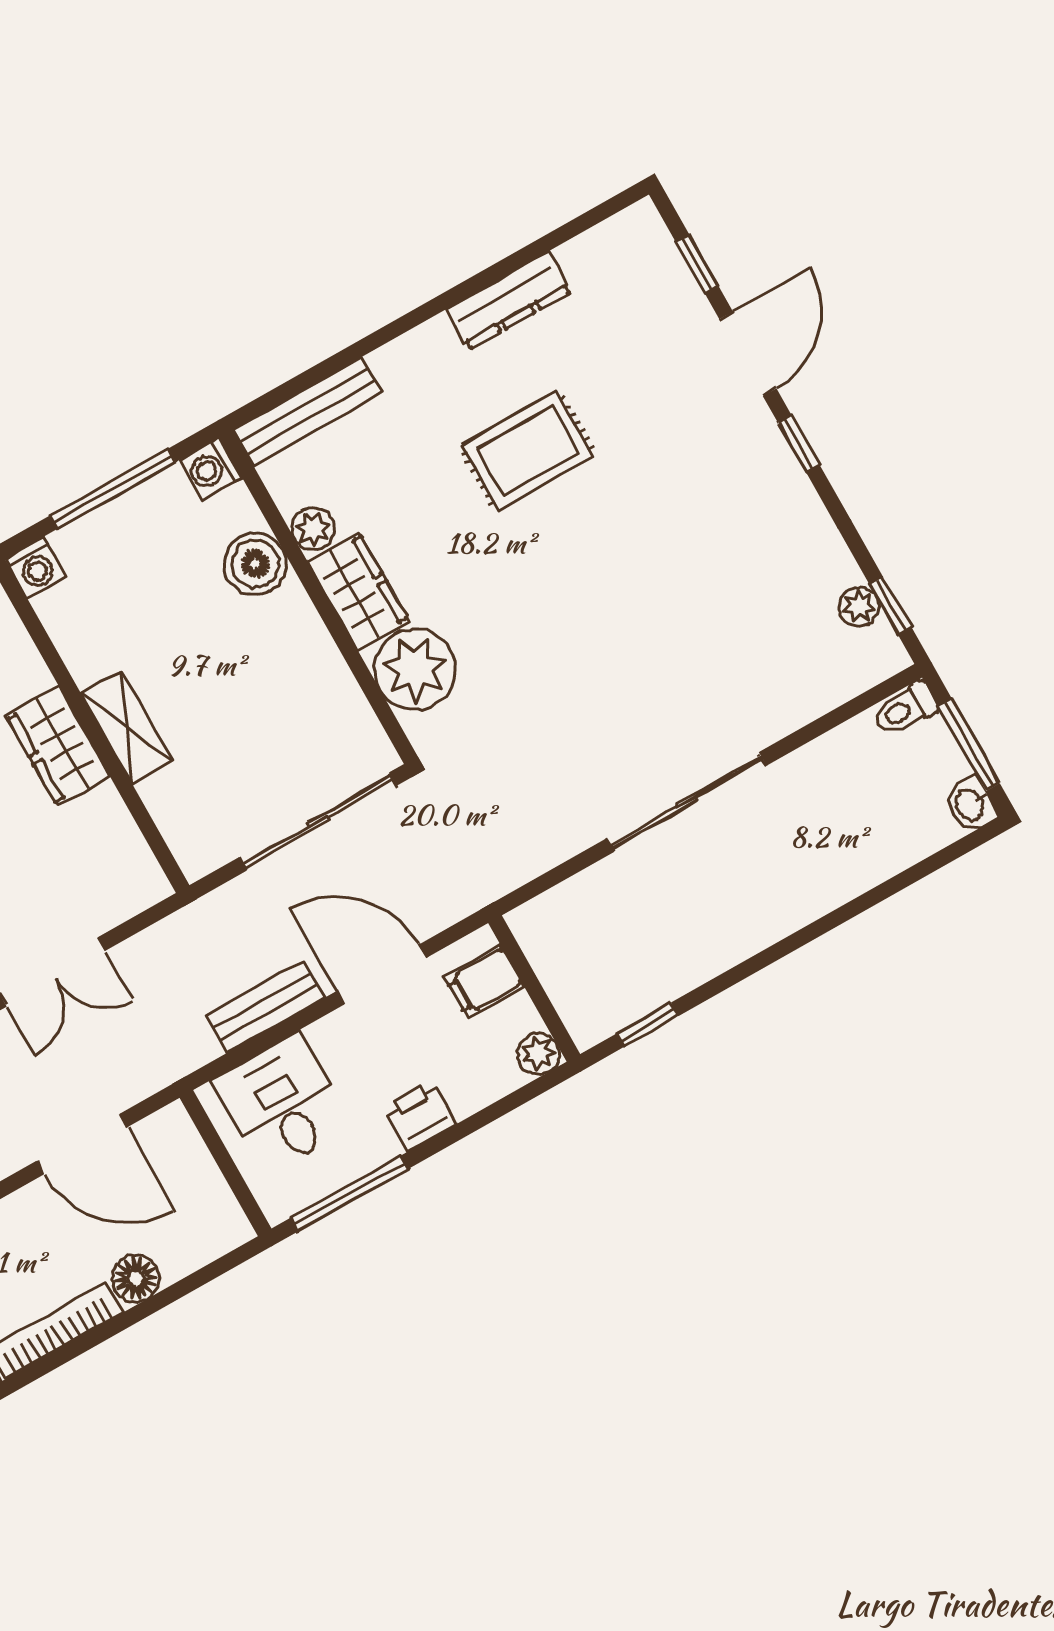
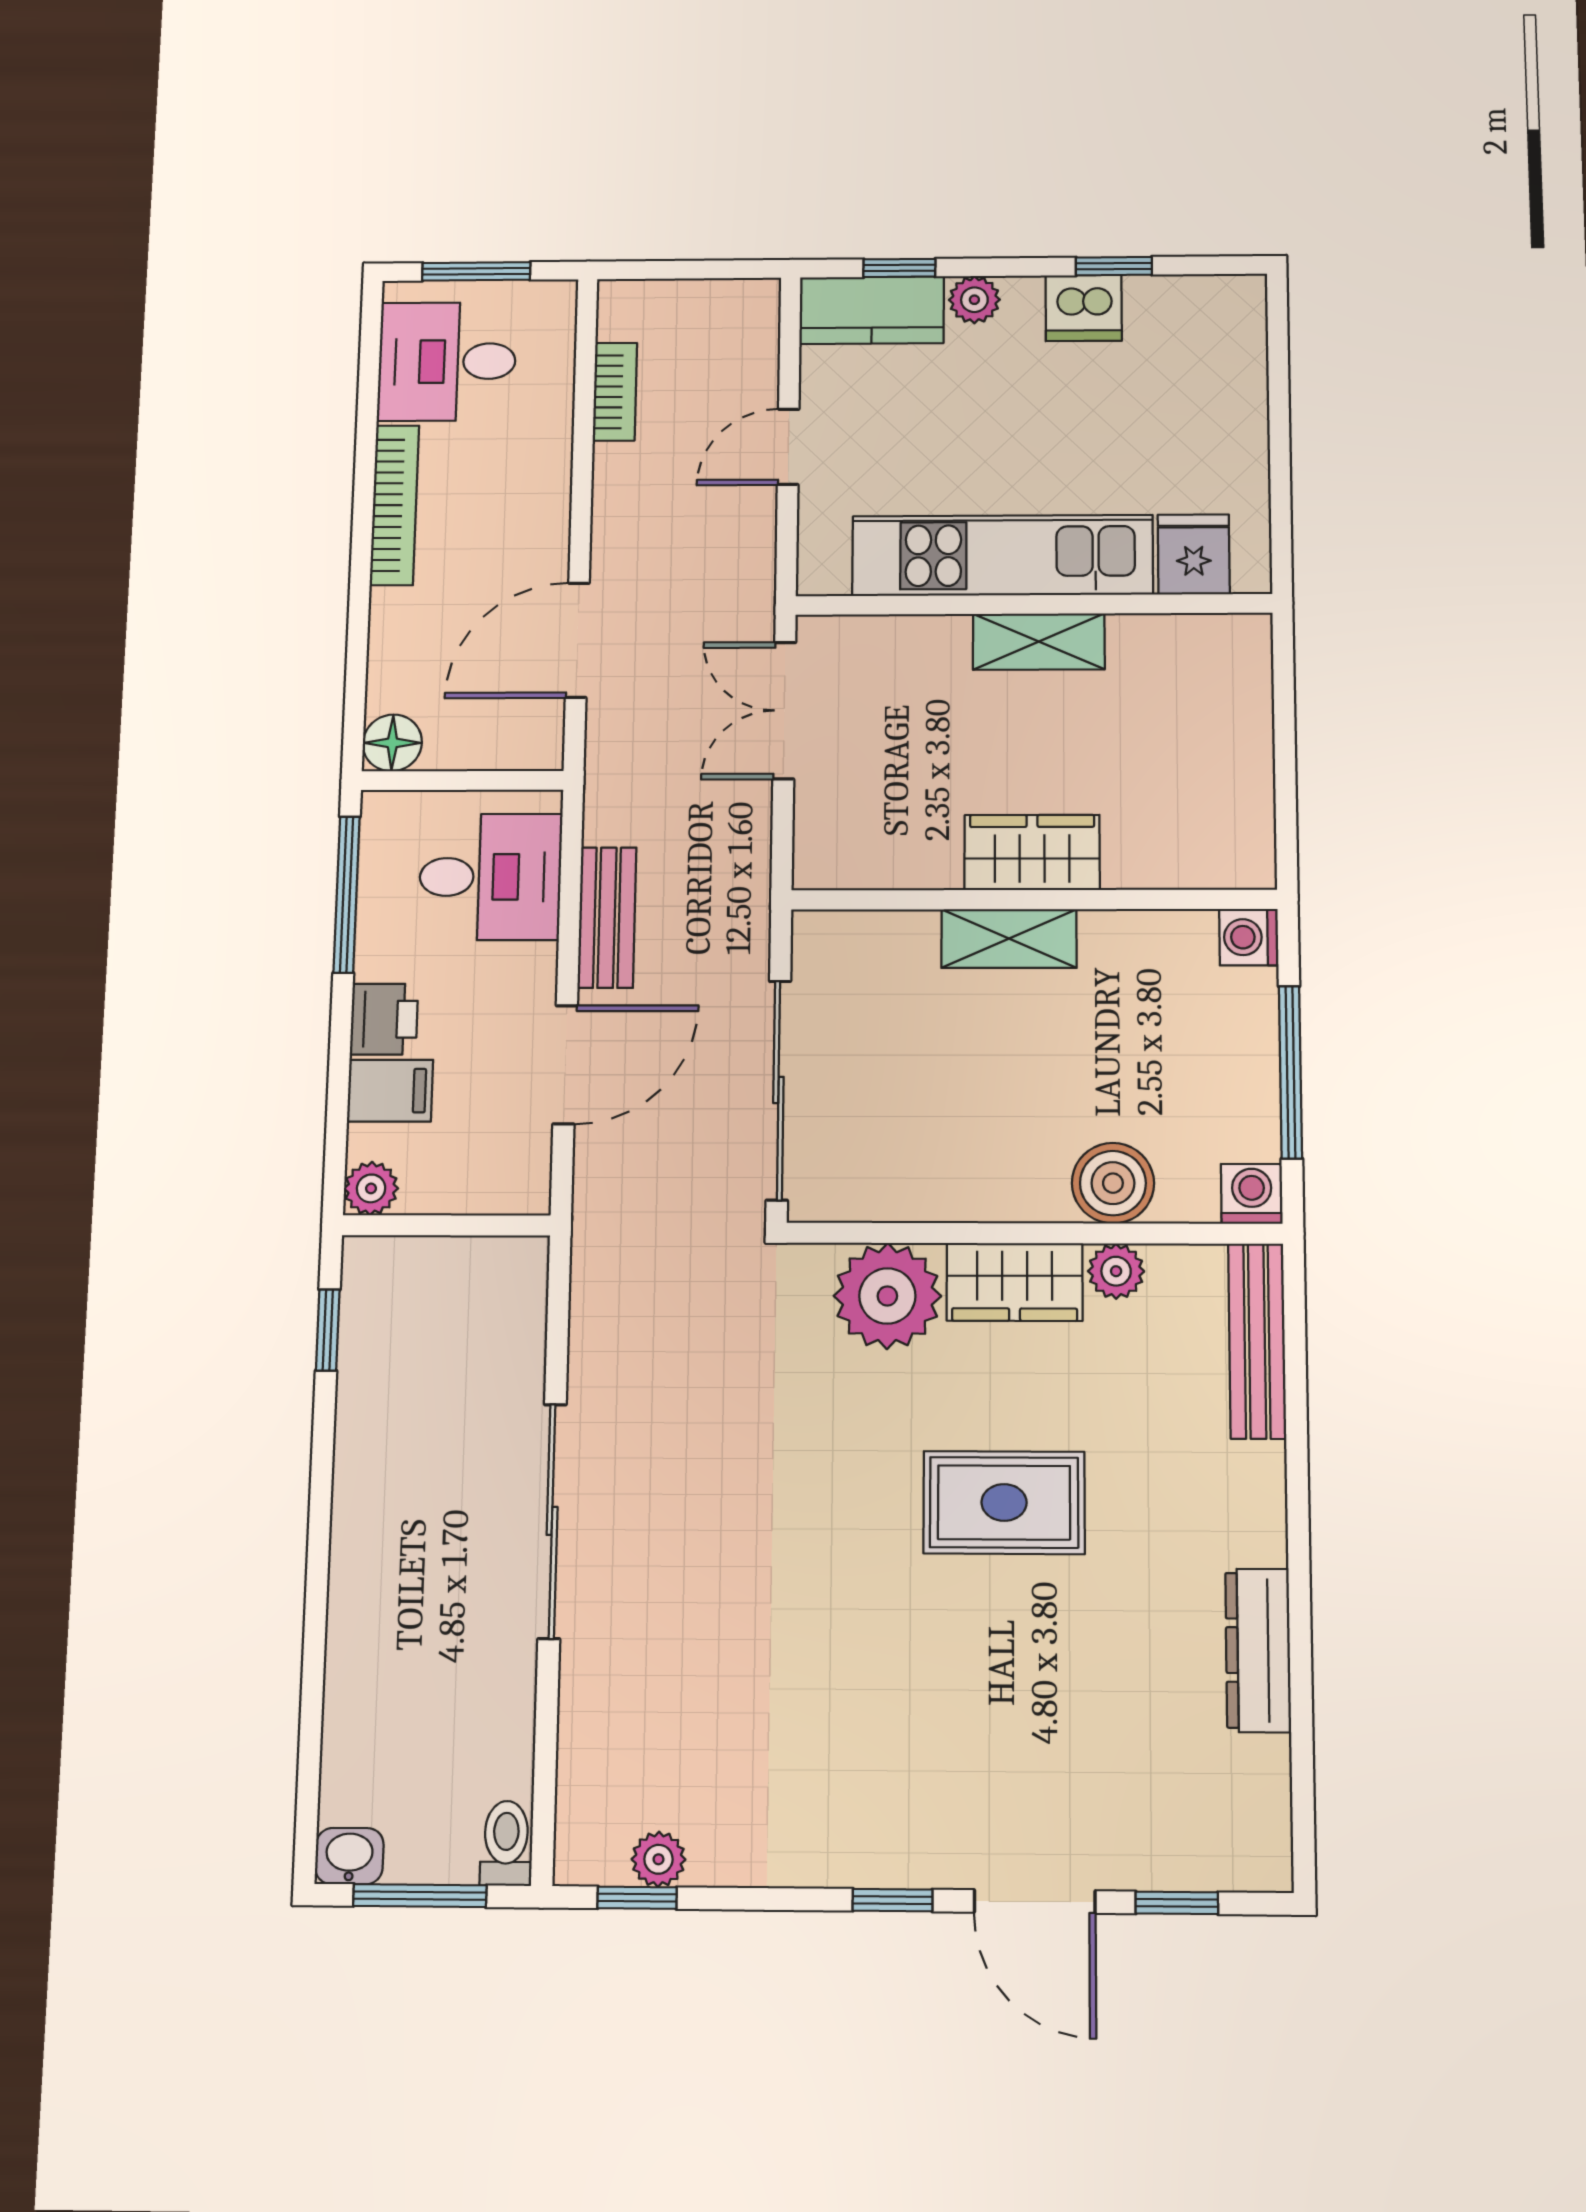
rug: (528, 451) -> (1004, 1502), moved, turned 90
filing cabinet: (484, 981) -> (390, 1091), moved, turned 90
floor lamp: (136, 1279) -> (392, 743), moved

